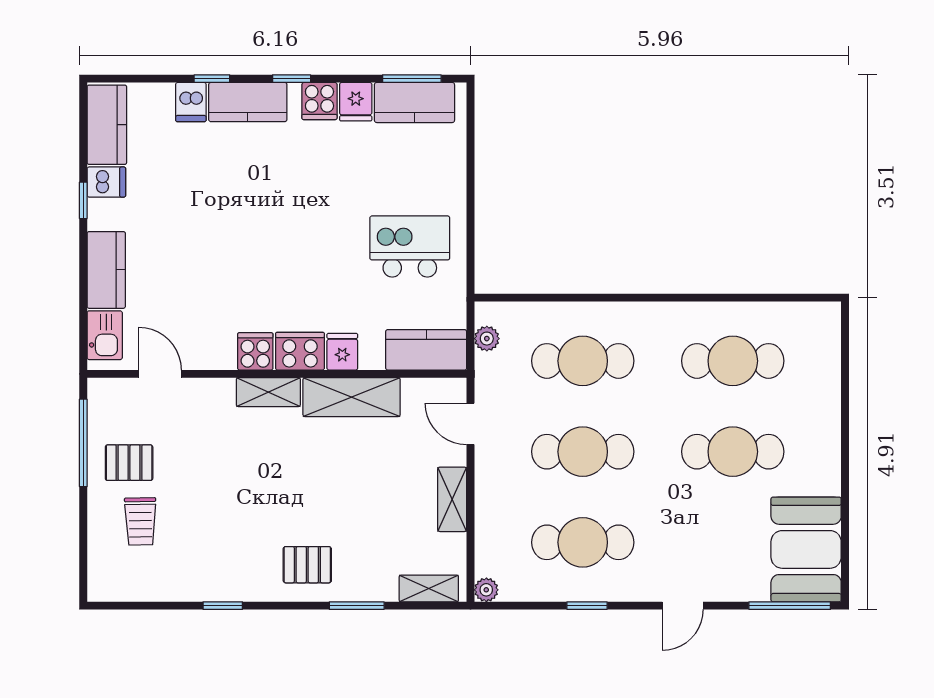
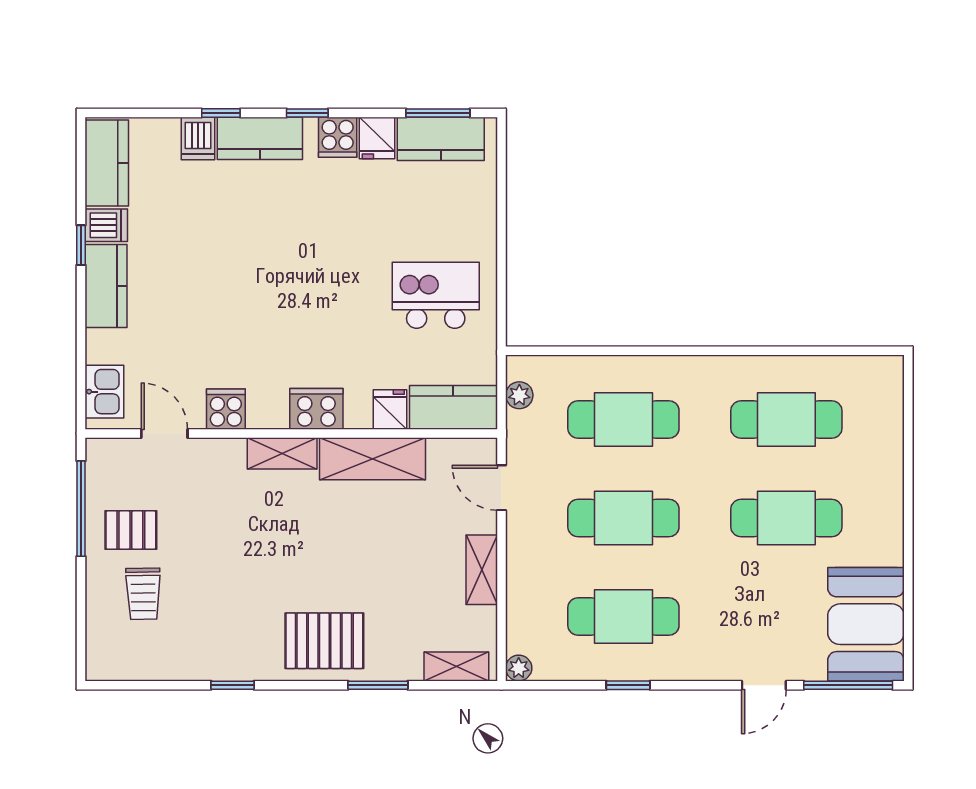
kitchen counter: (106, 270) -> (106, 286), moved
cooker: (255, 351) -> (226, 409), moved
fridge: (342, 352) -> (390, 410), moved
pallet: (307, 565) -> (324, 641), width x1.50, depth x1.42
door: (683, 606) -> (764, 685), moved

